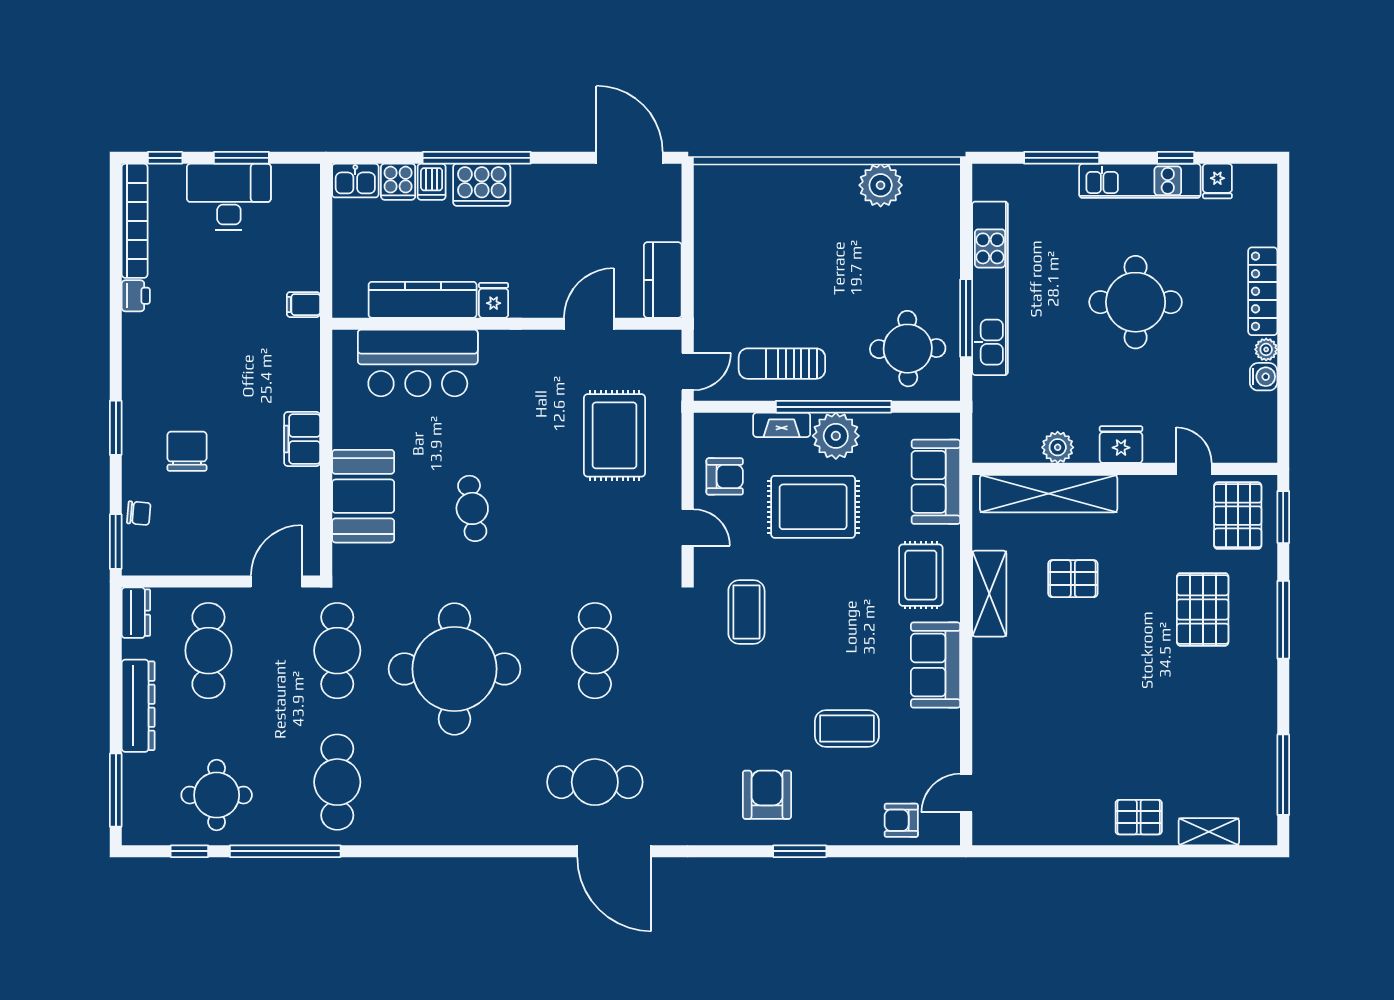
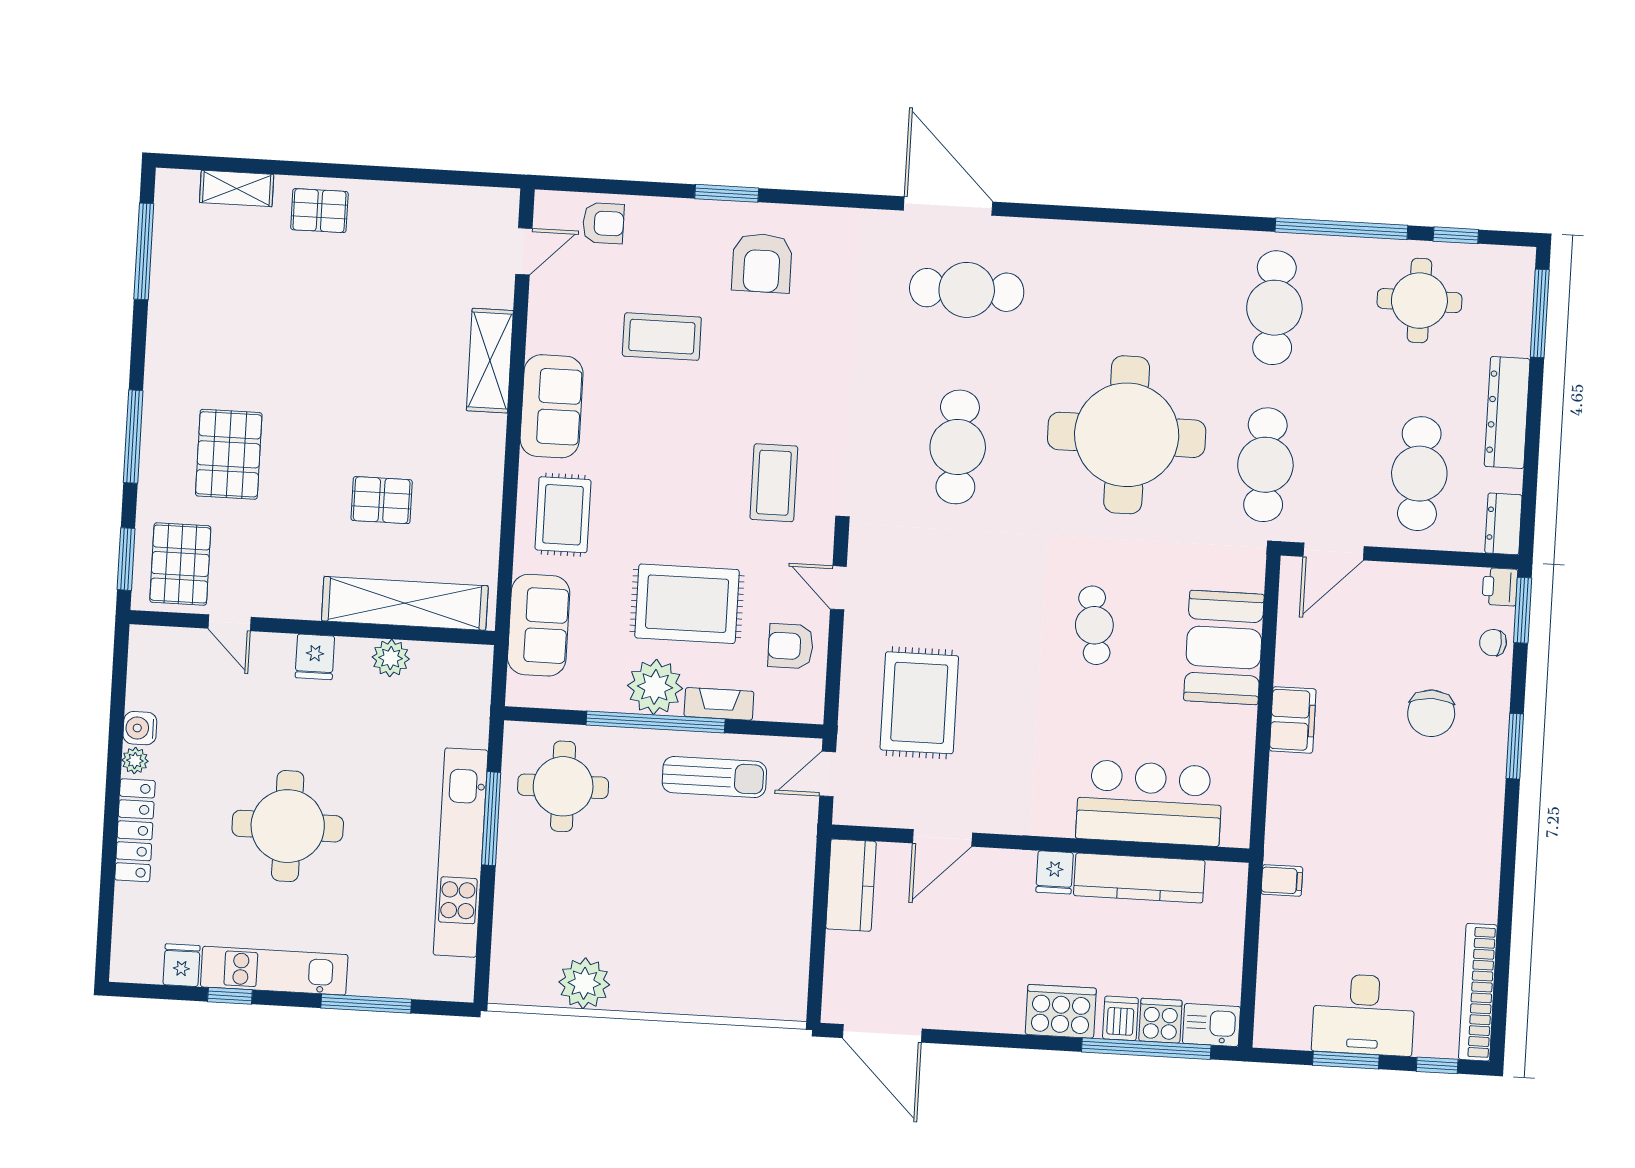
window: (477, 158) -> (1146, 1049), moved
printer: (136, 296) -> (1500, 587), moved
fridge: (1121, 445) -> (315, 657), width x0.72
shelving: (989, 594) -> (490, 361), moved

